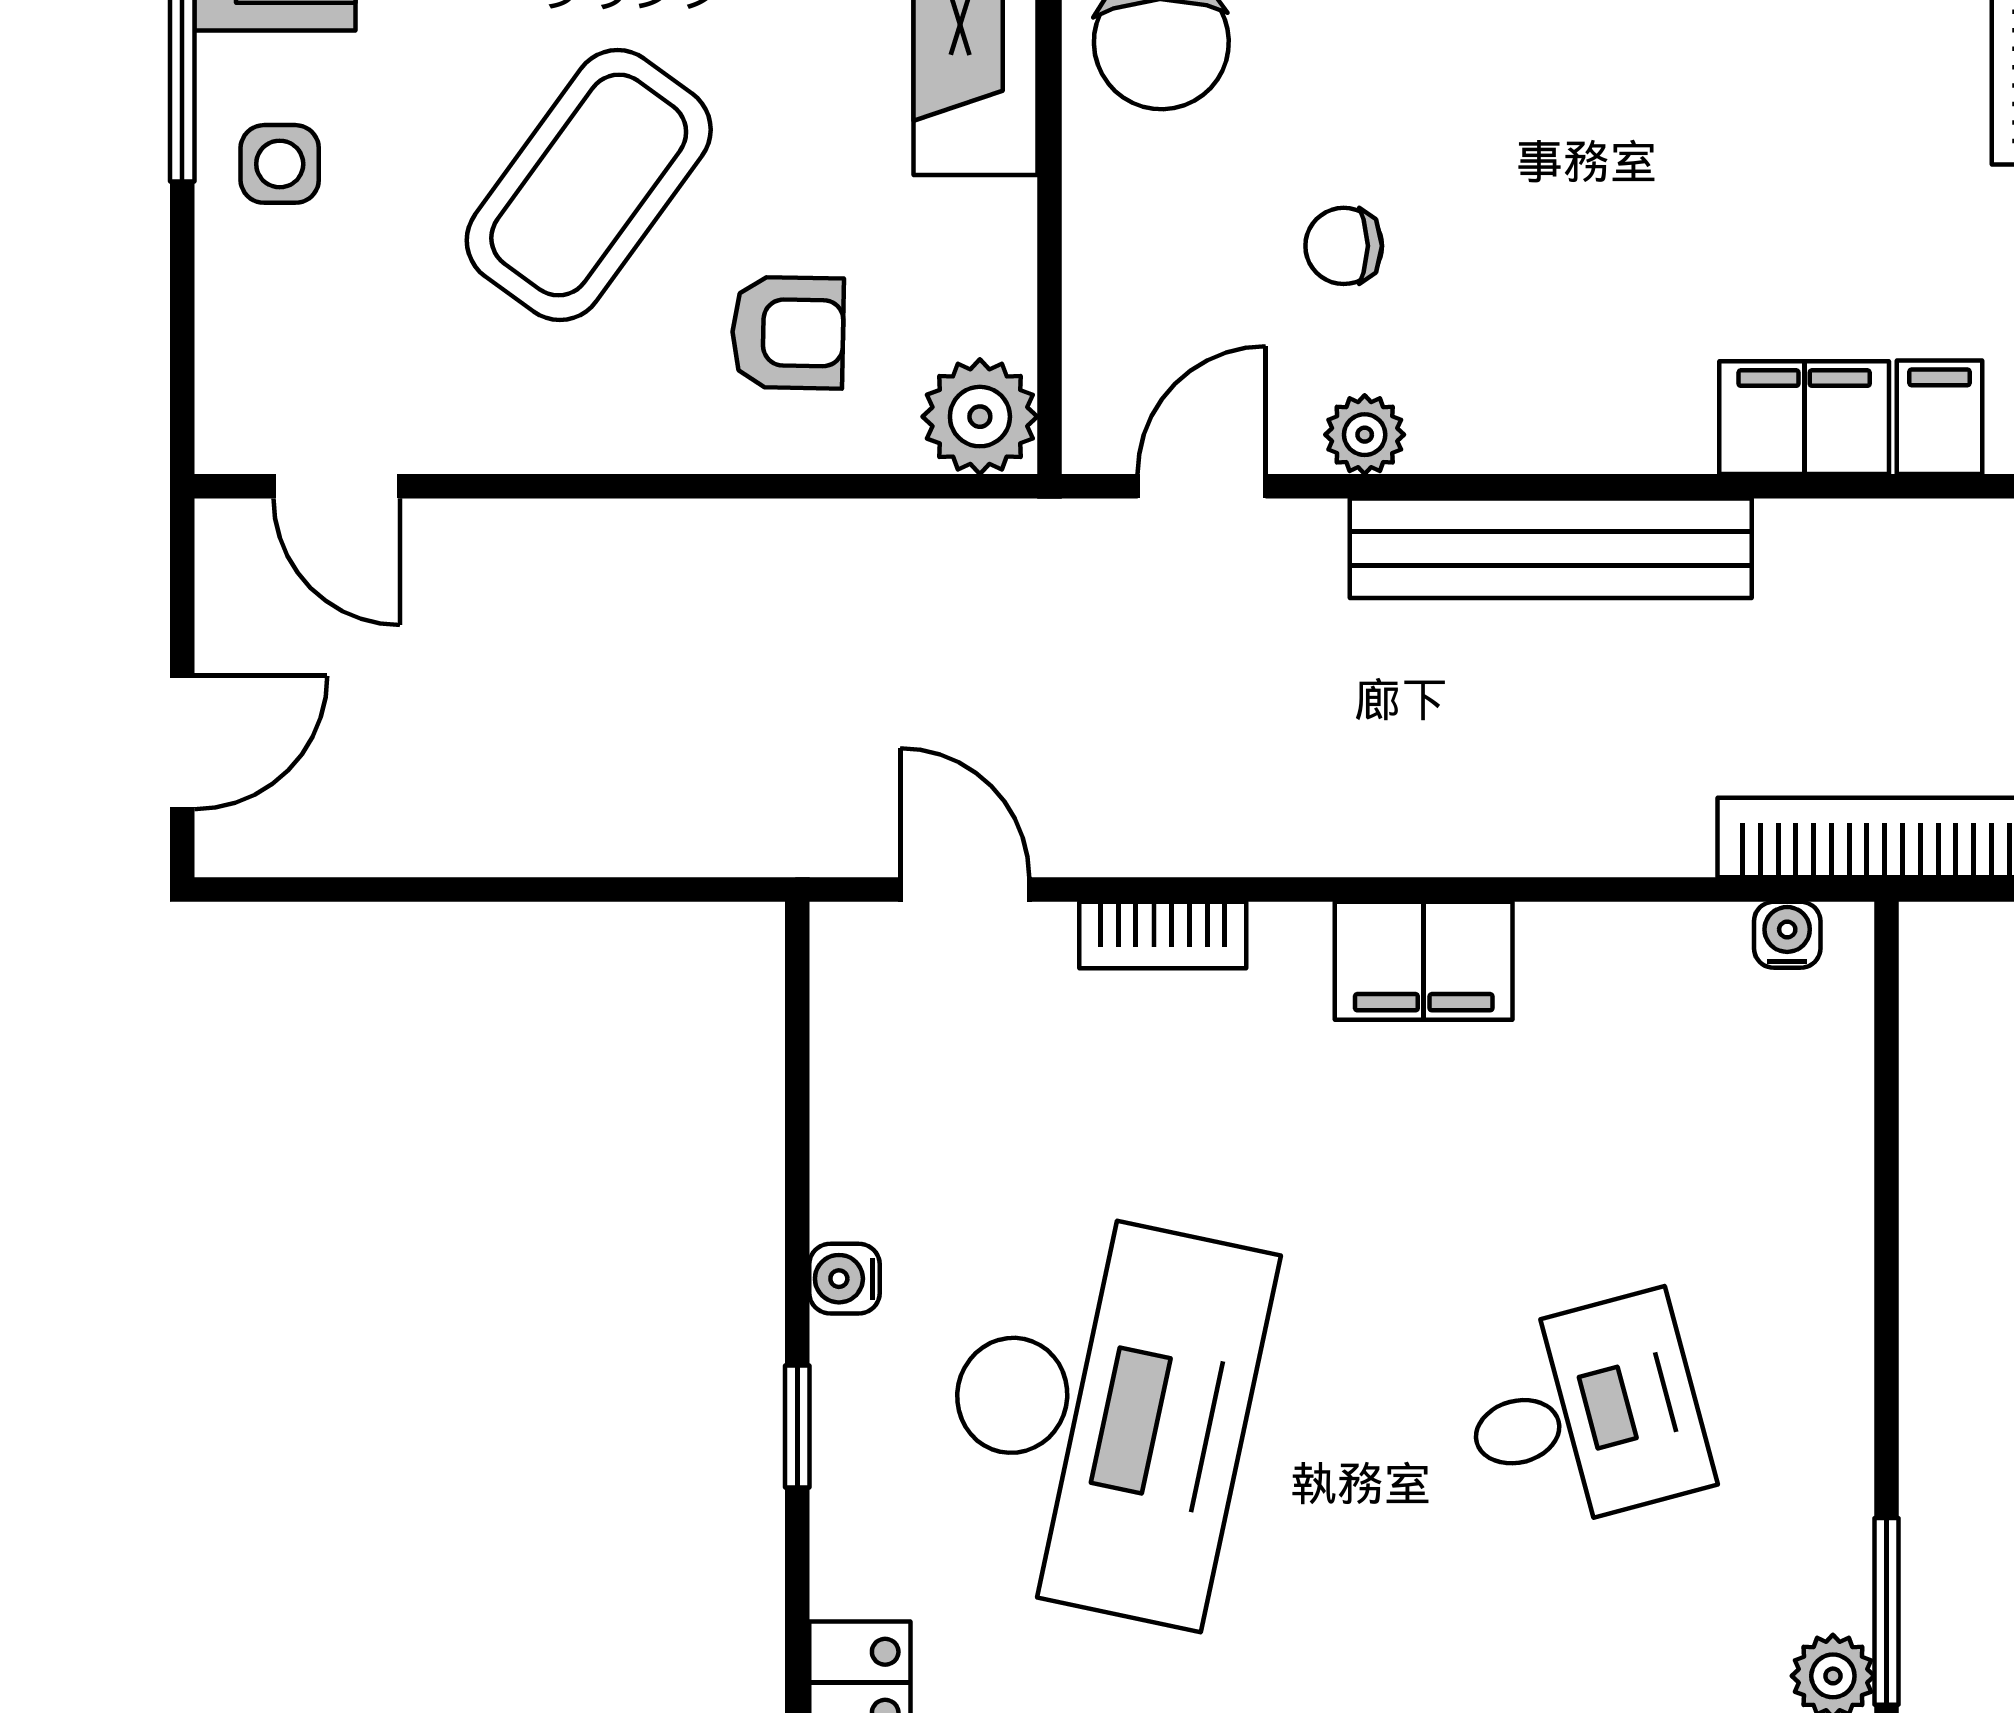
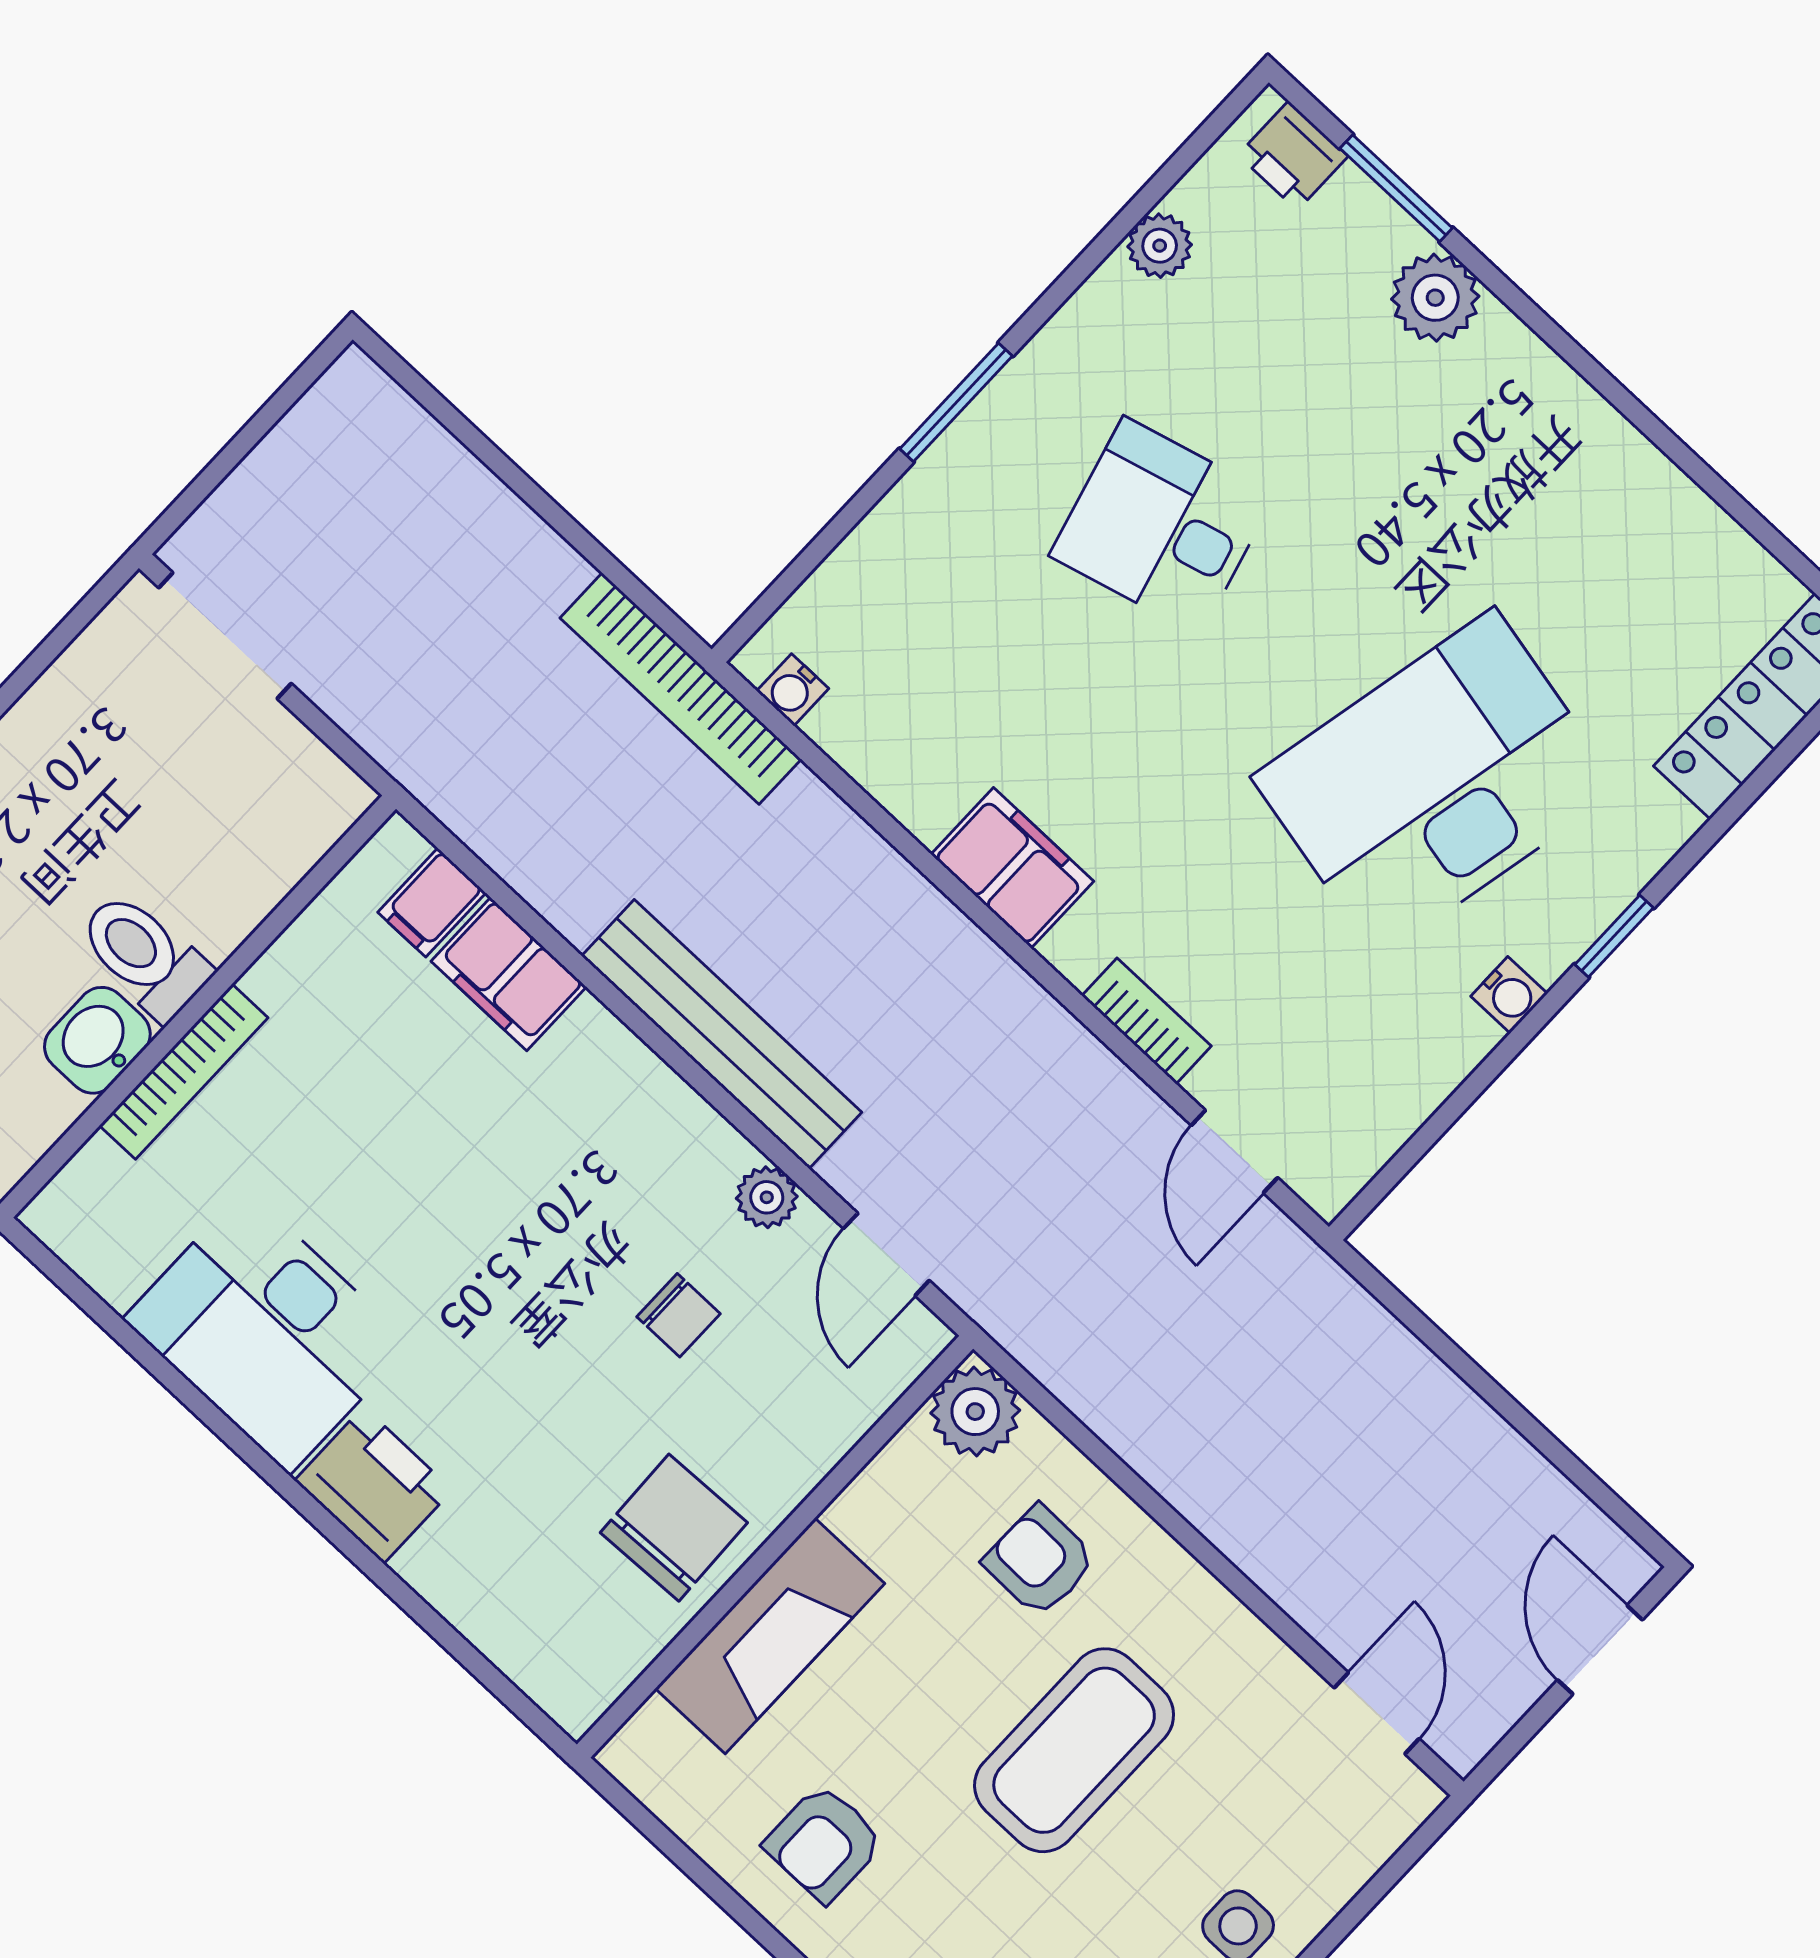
coffee table: (589, 185) -> (1074, 1750), turned -36
door: (1202, 486) -> (886, 1255), hinge flipped
door: (182, 743) -> (1600, 1650), hinge flipped
window: (1886, 1611) -> (956, 402), moved

